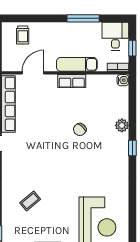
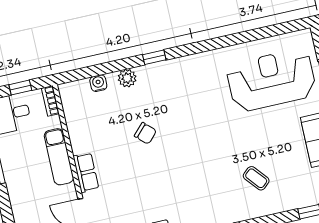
water cooler: (123, 80) -> (98, 83), moved
row of seats: (72, 81) -> (86, 172), moved

